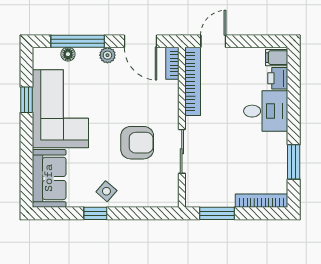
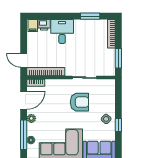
armchair: (137, 143) -> (79, 102), turned 90

